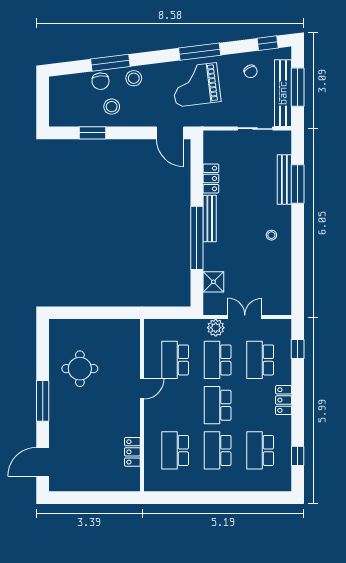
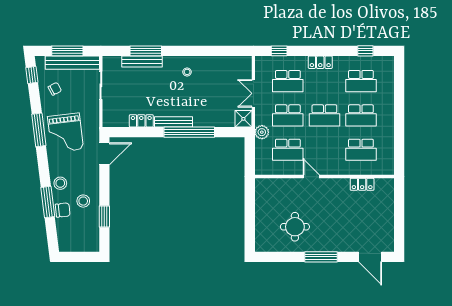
shower: (213, 282) -> (243, 119), moved
plant: (216, 328) -> (262, 132), moved

